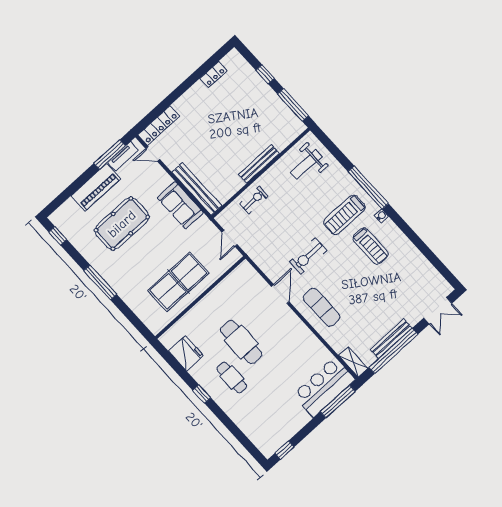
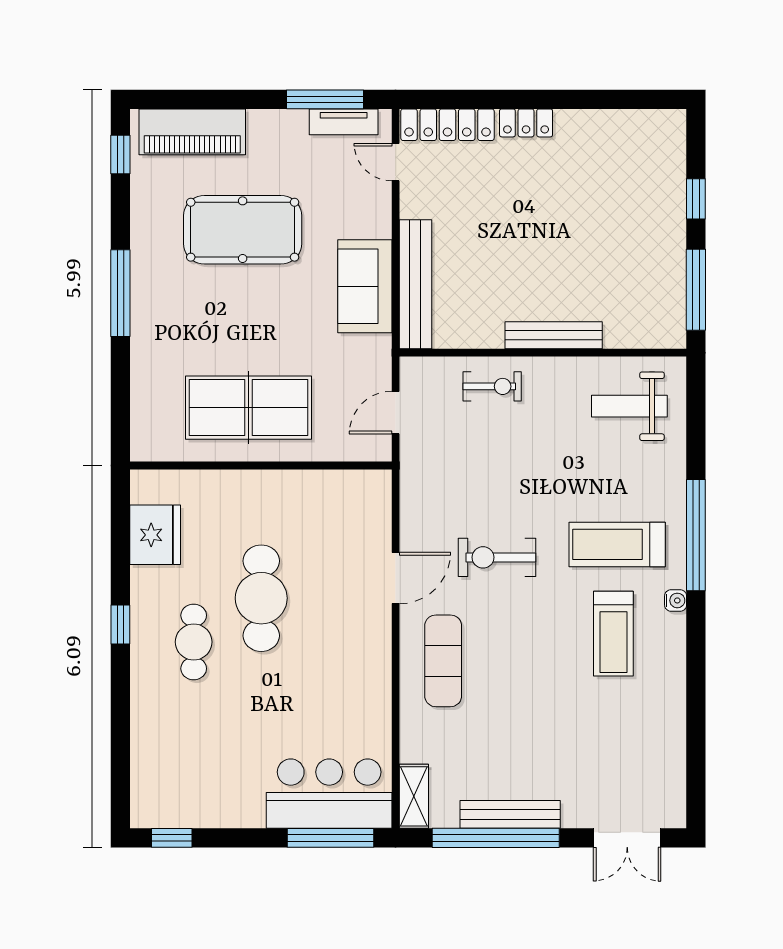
locker: (213, 75) -> (526, 123), moved
piano: (96, 187) -> (192, 132), moved

